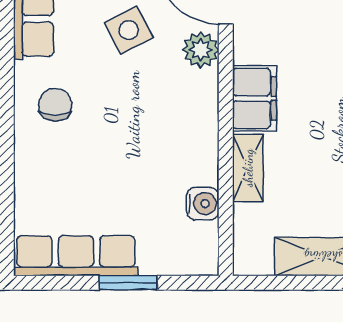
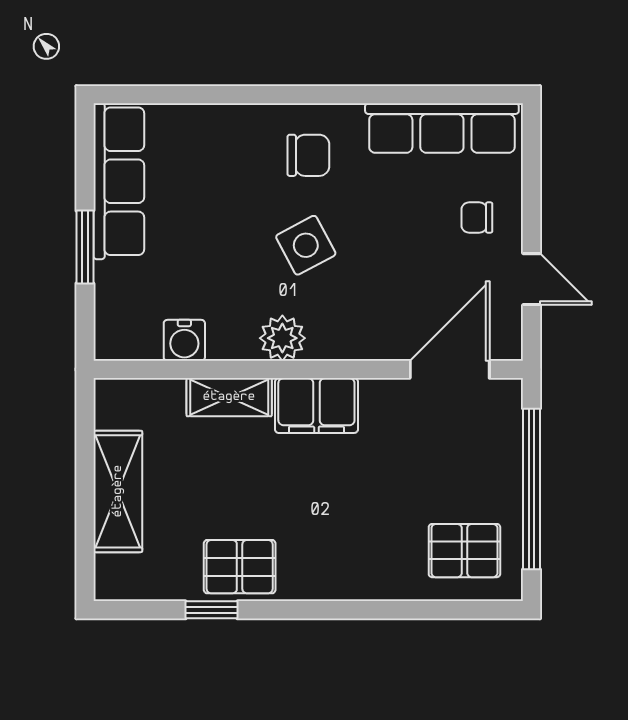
side table: (129, 30) -> (306, 245), moved
plant: (201, 50) -> (282, 338), moved

